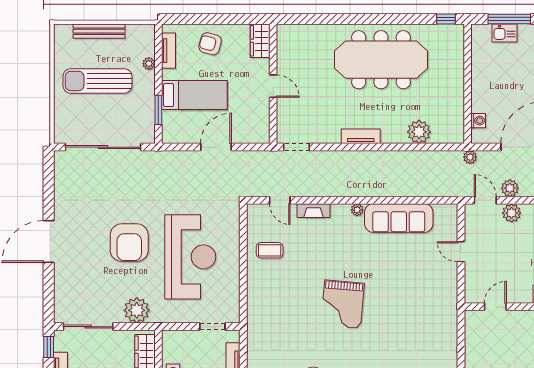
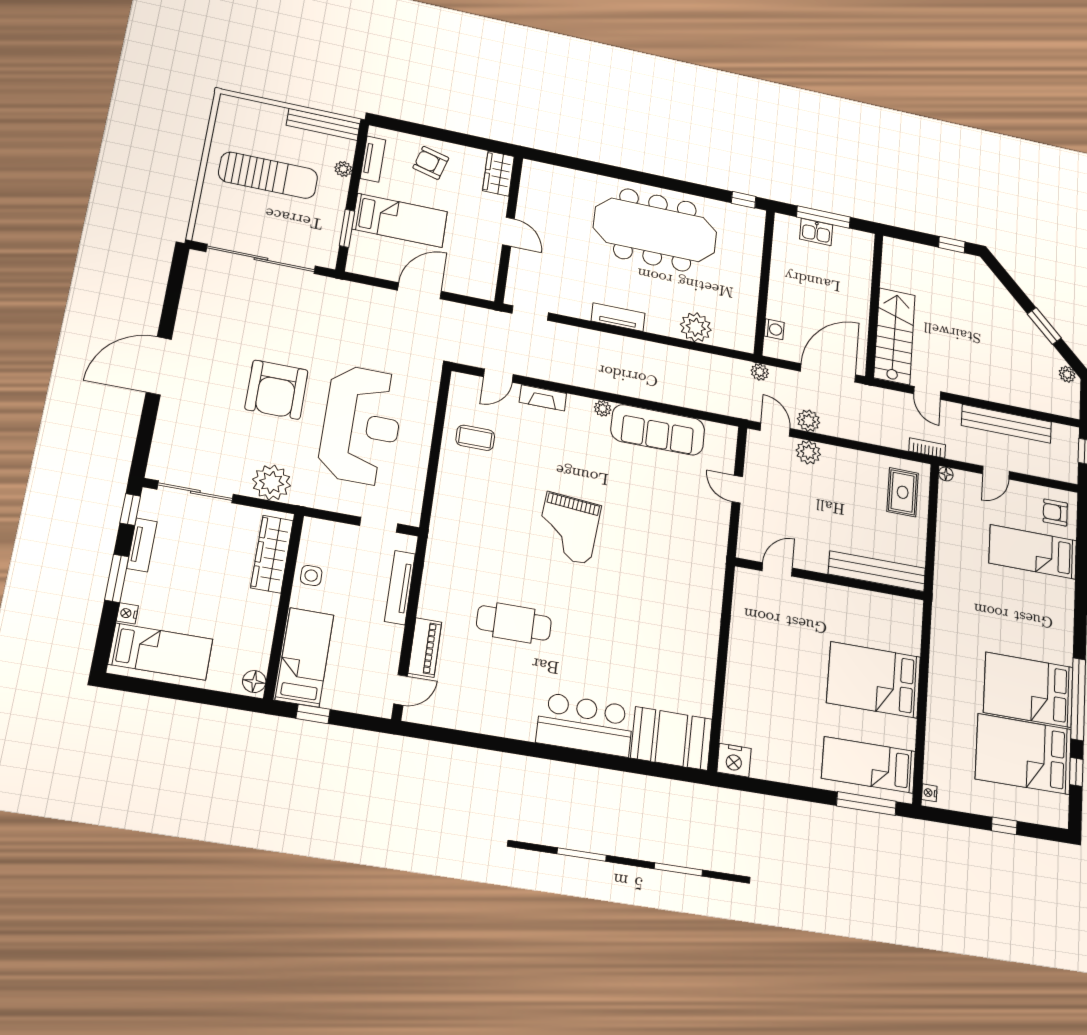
bench: (99, 31) -> (323, 124), moved
sun lounger: (97, 81) -> (268, 175), turned 180
door: (280, 200) -> (498, 376), hinge flipped

